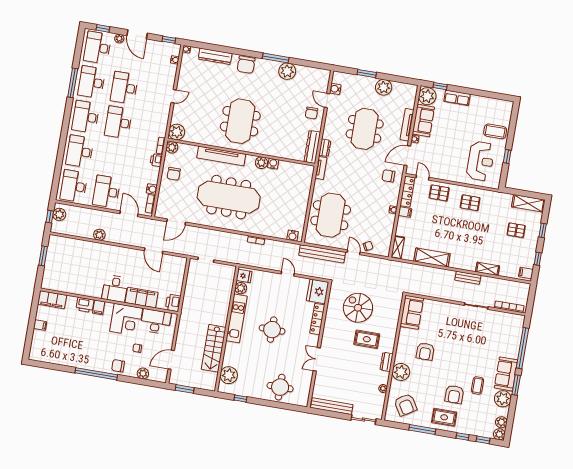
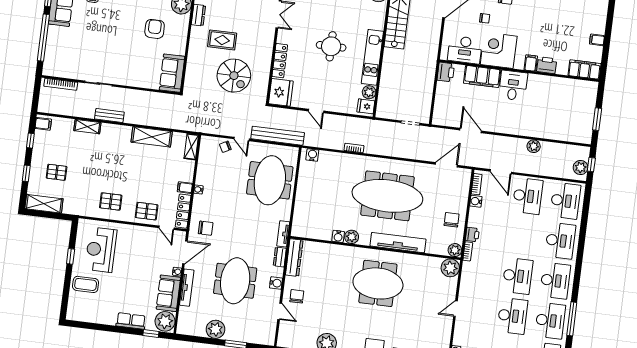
water cooler: (335, 89) -> (276, 283), moved
meeting table: (240, 121) -> (378, 283), turned 90

